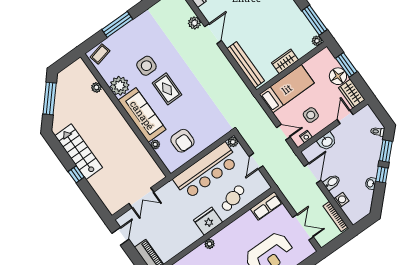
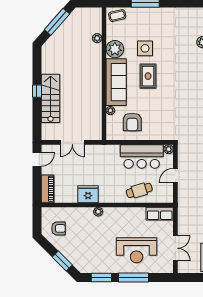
stairs: (79, 152) -> (51, 98), moved
bar counter: (206, 171) -> (142, 156), width x0.73
fridge: (208, 221) -> (88, 194), moved

